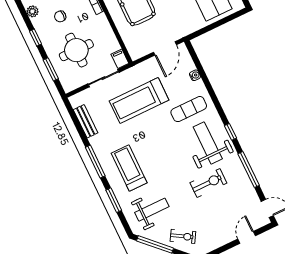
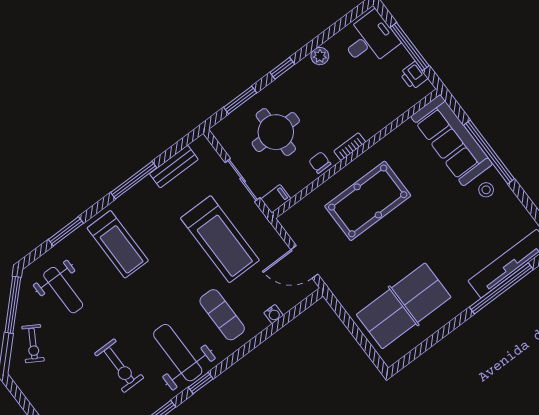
chair: (60, 16) -> (320, 163), moved
treadmill: (139, 101) -> (220, 239), turned 180
weight bench: (208, 143) -> (178, 353), turned -90
window: (95, 162) -> (134, 180), moved
treadmill: (129, 168) -> (118, 244), turned 90

